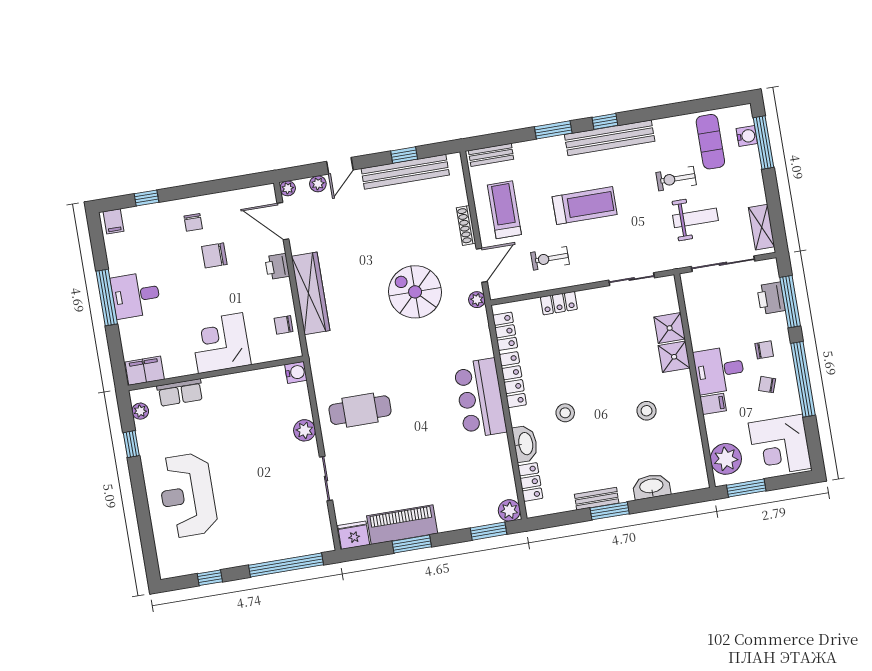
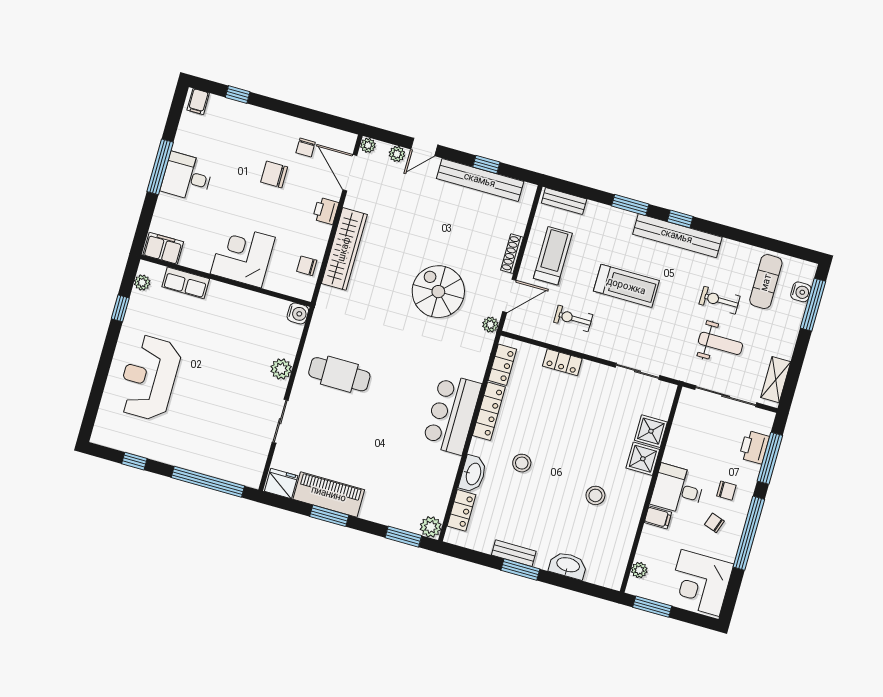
chair: (193, 222) -> (306, 148), moved
plant: (726, 459) -> (639, 570), width x0.53, depth x0.53

